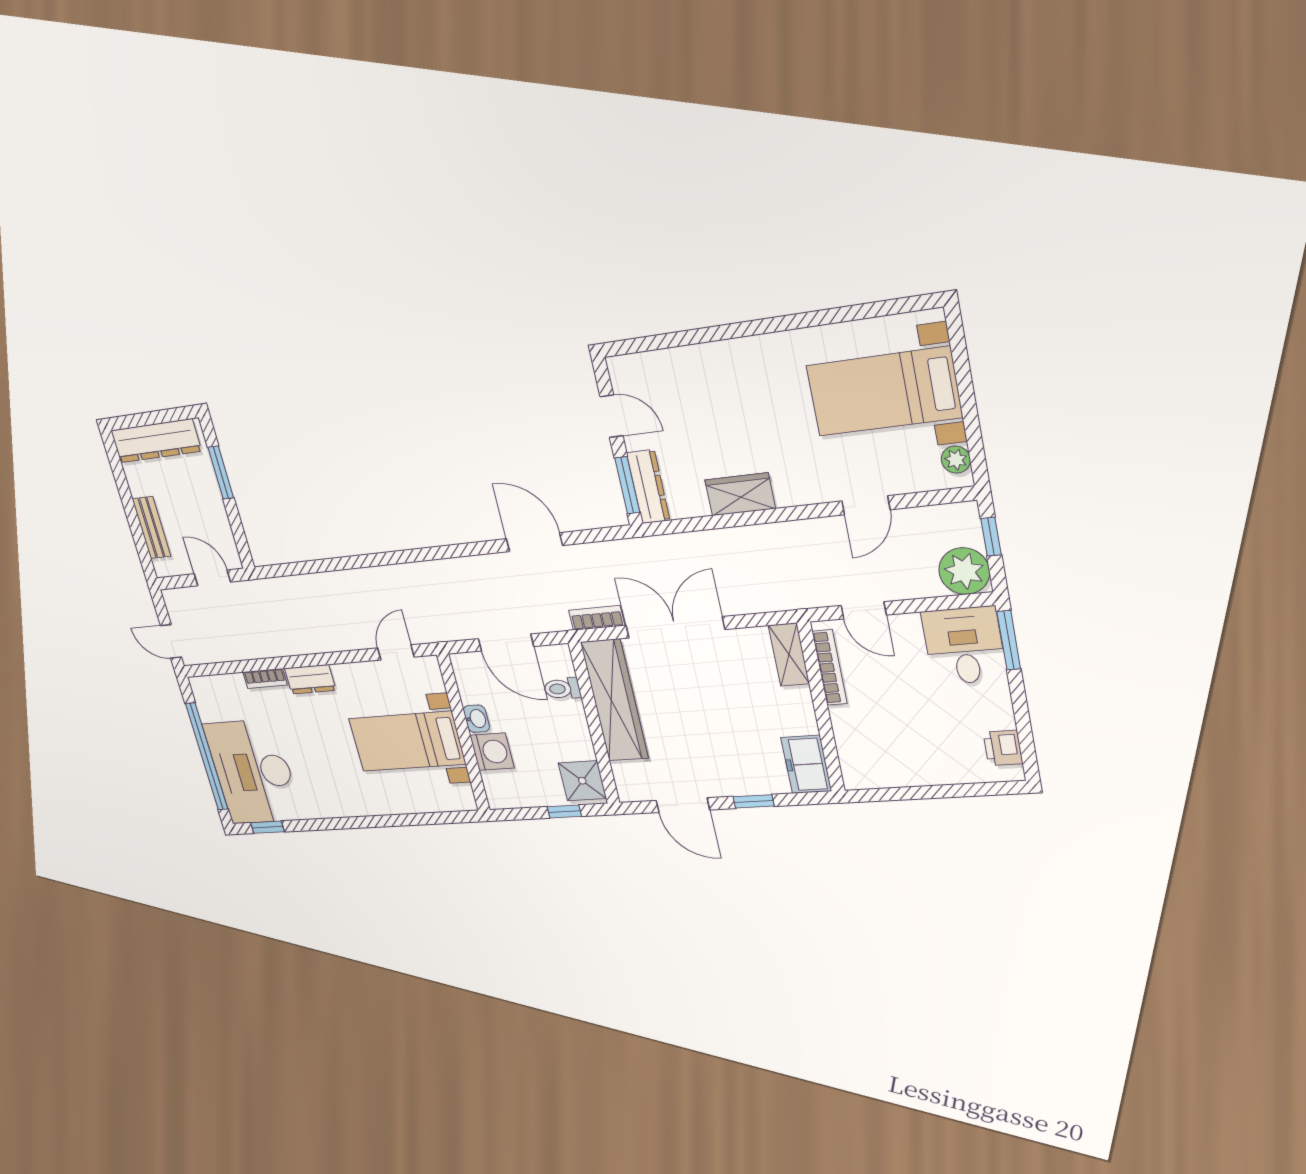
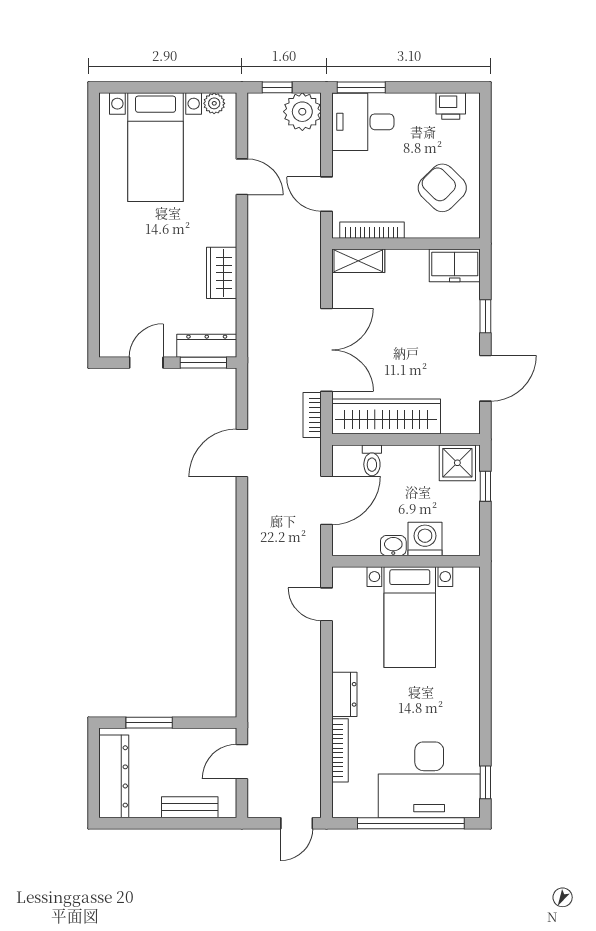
door: (864, 610) -> (327, 194), swing flipped
double door: (675, 627) -> (327, 350), swing flipped
bookcase: (265, 679) -> (340, 750), width x1.56
armchair: (898, 745) -> (442, 188), added

